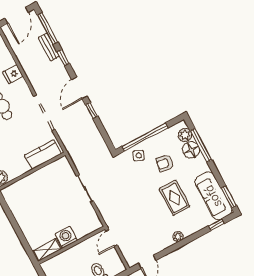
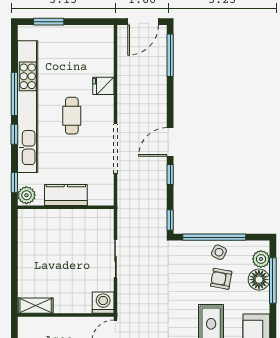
bench: (49, 47) -> (160, 77), removed
window: (63, 58) -> (170, 220), moved
kitchen counter: (43, 154) -> (66, 195), moved
side table: (139, 156) -> (219, 252), moved
washing machine: (66, 237) -> (103, 303), moved

